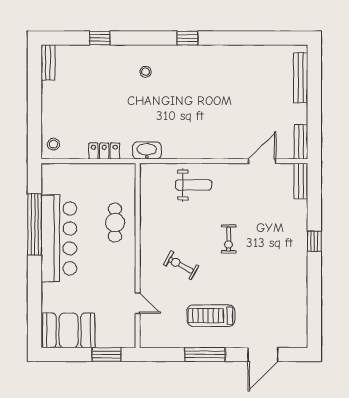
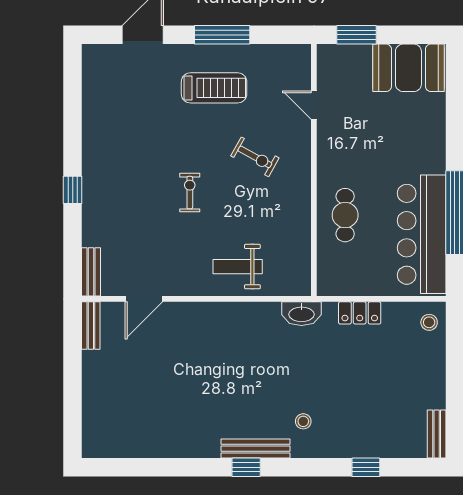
bench: (301, 78) -> (255, 449), moved, turned 90
bar counter: (59, 238) -> (422, 234), moved

